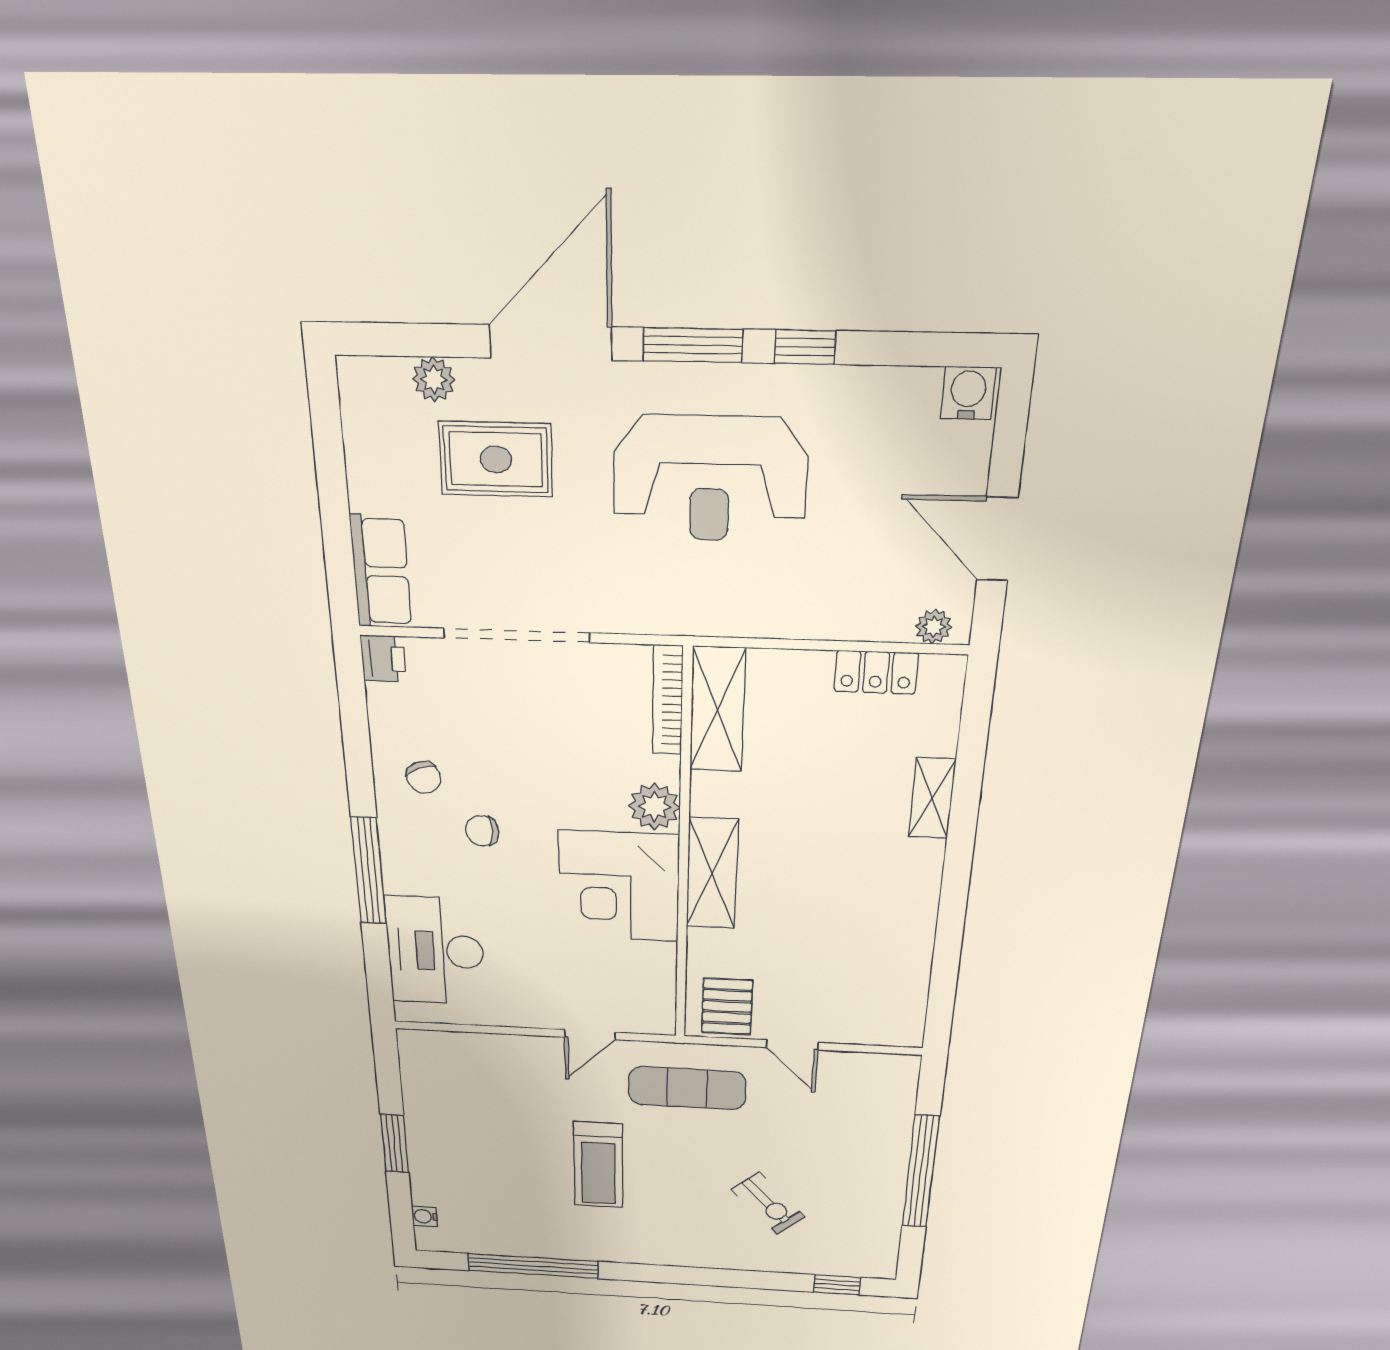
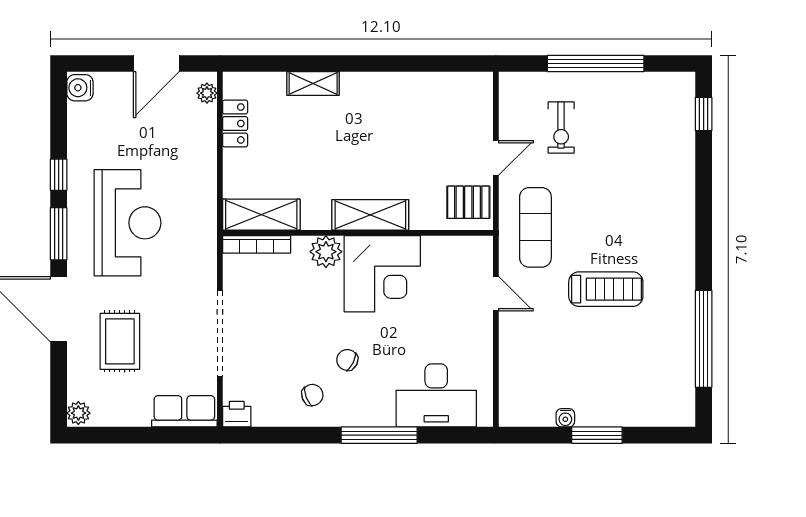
plant: (434, 379) -> (78, 413), moved
chair: (482, 831) -> (347, 360), turned 117
exercise bike: (768, 1203) -> (561, 128), moved, turned 132
water cooler: (425, 1216) -> (565, 418), moved

